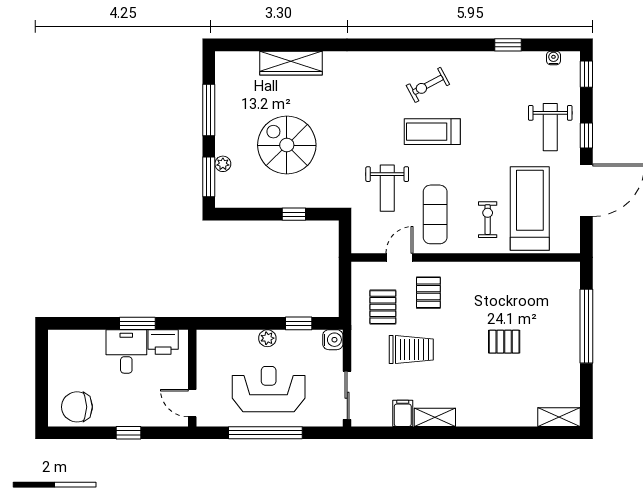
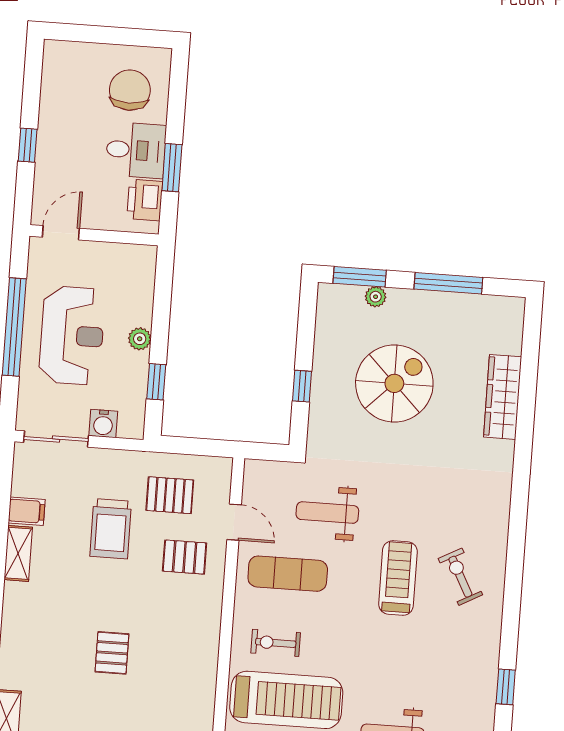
exercise bike: (488, 220) -> (276, 643), turned 180
water cooler: (333, 340) -> (103, 424), moved
chair: (77, 407) -> (130, 90), moved

